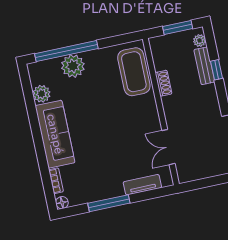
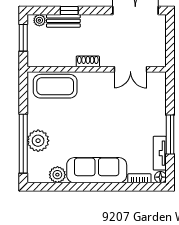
shoe rack: (164, 83) -> (88, 61), moved
tv unit: (142, 185) -> (160, 153), moved

